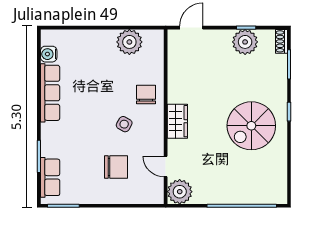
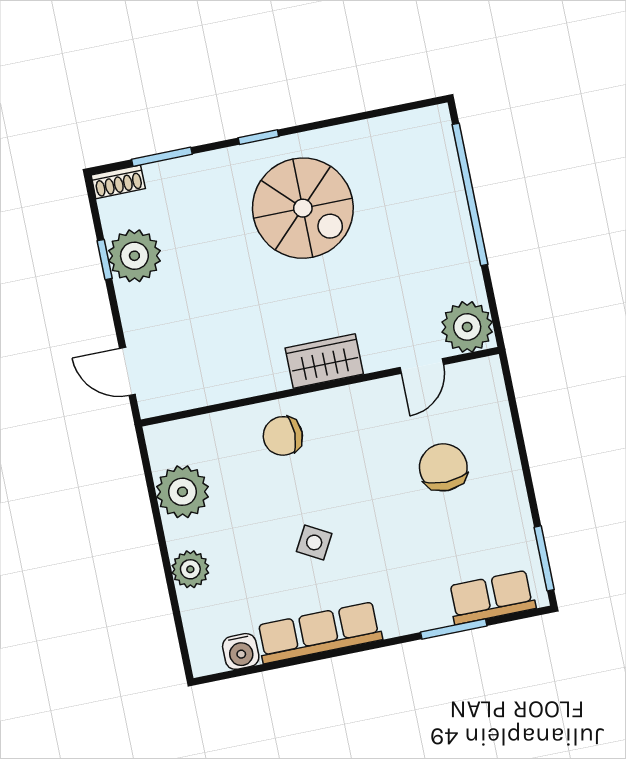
plant: (92, 38) -> (190, 569), added
side table: (124, 124) -> (314, 542), moved

